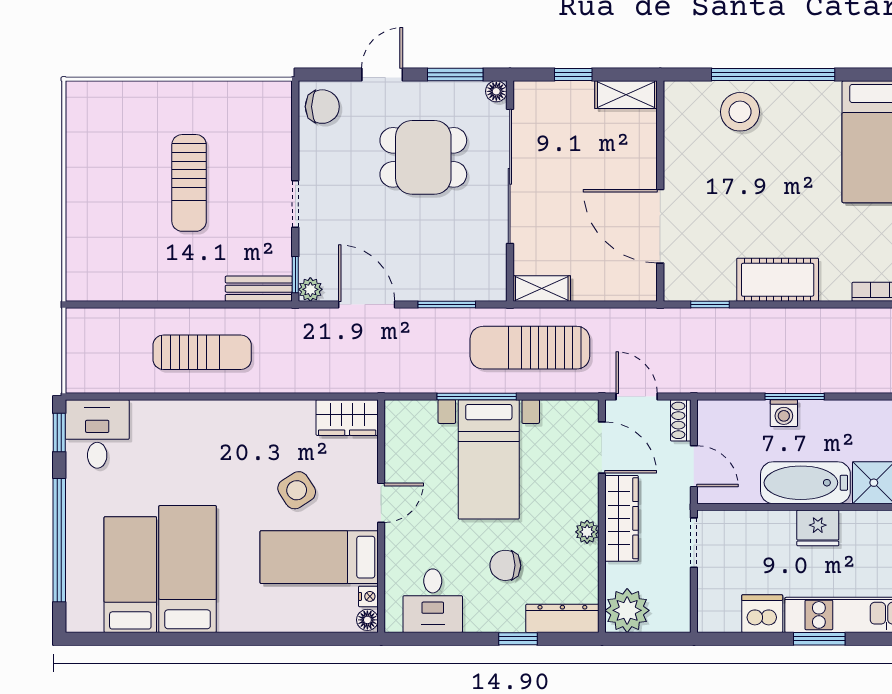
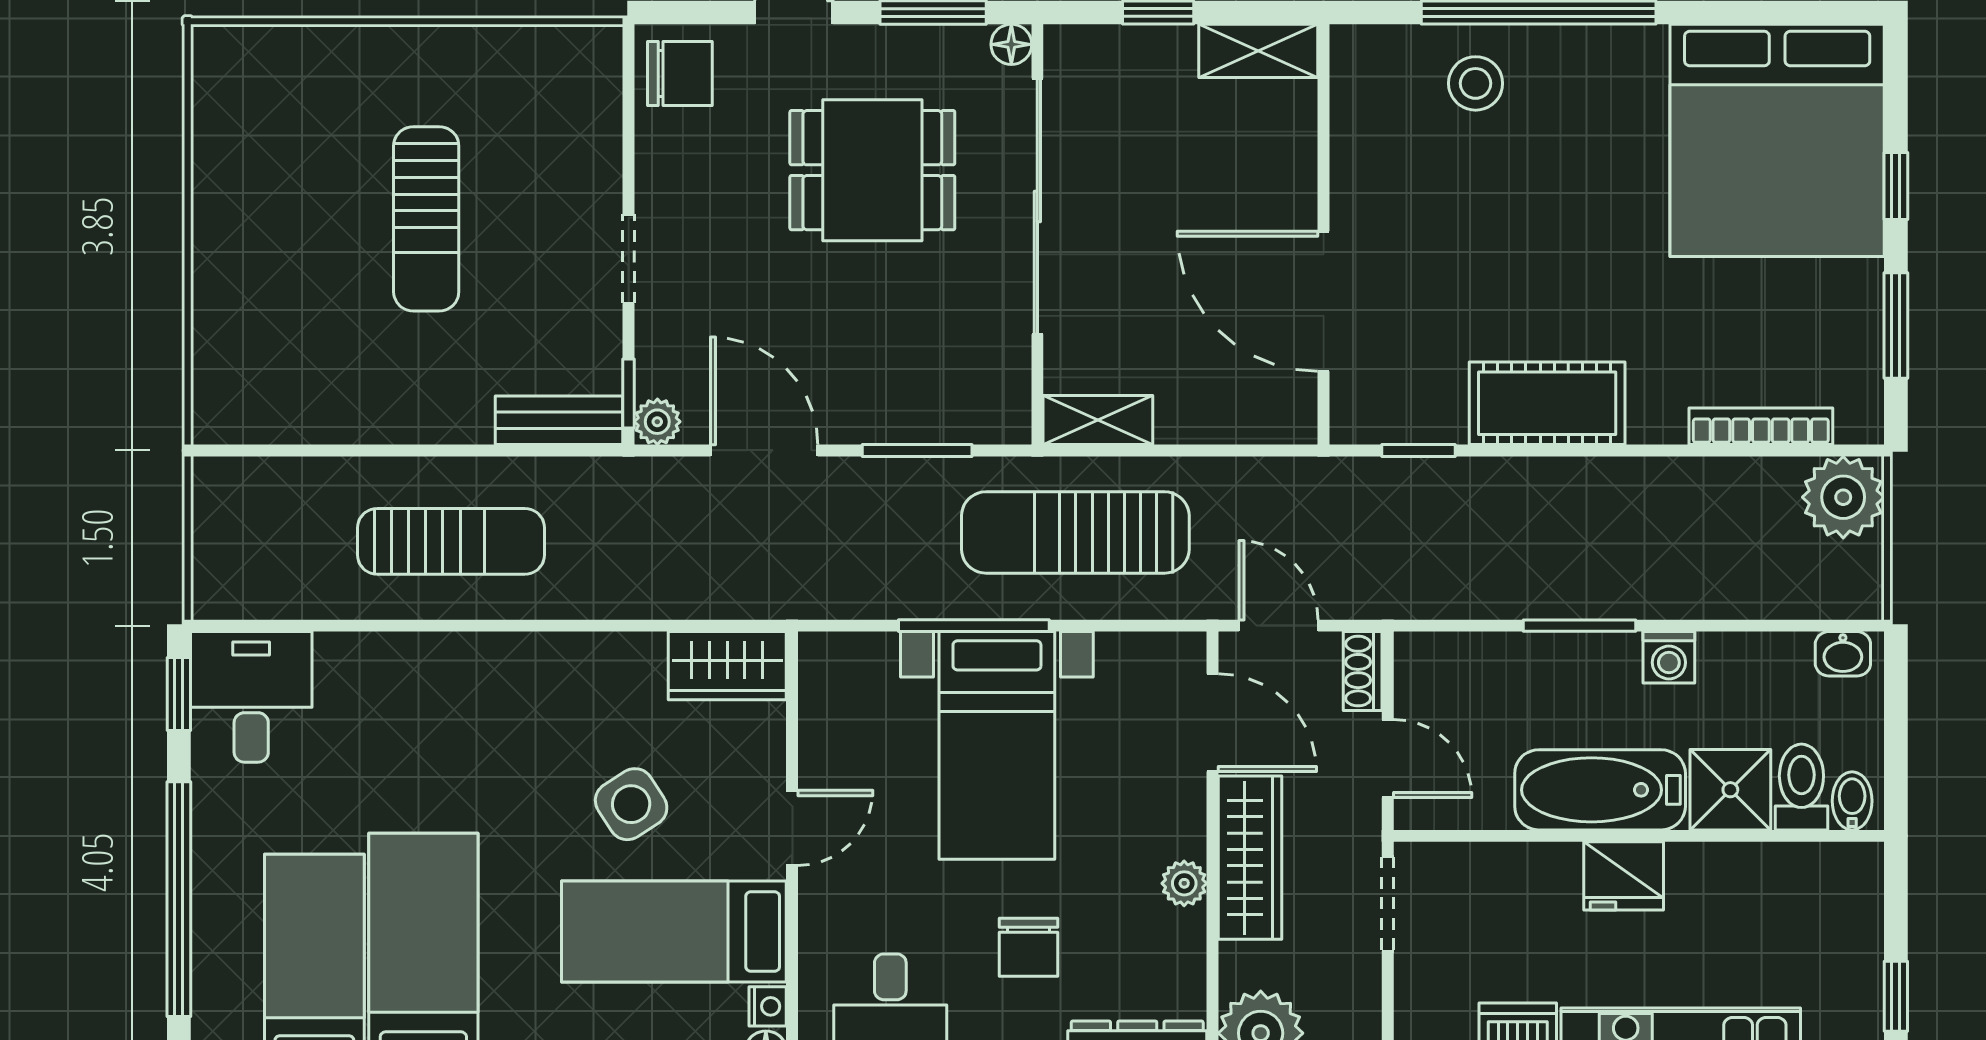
stool: (740, 112) -> (1476, 83), width x0.73, depth x0.73
washing machine: (784, 413) -> (1669, 657), moved
chair: (505, 565) -> (1029, 947), turned -90

